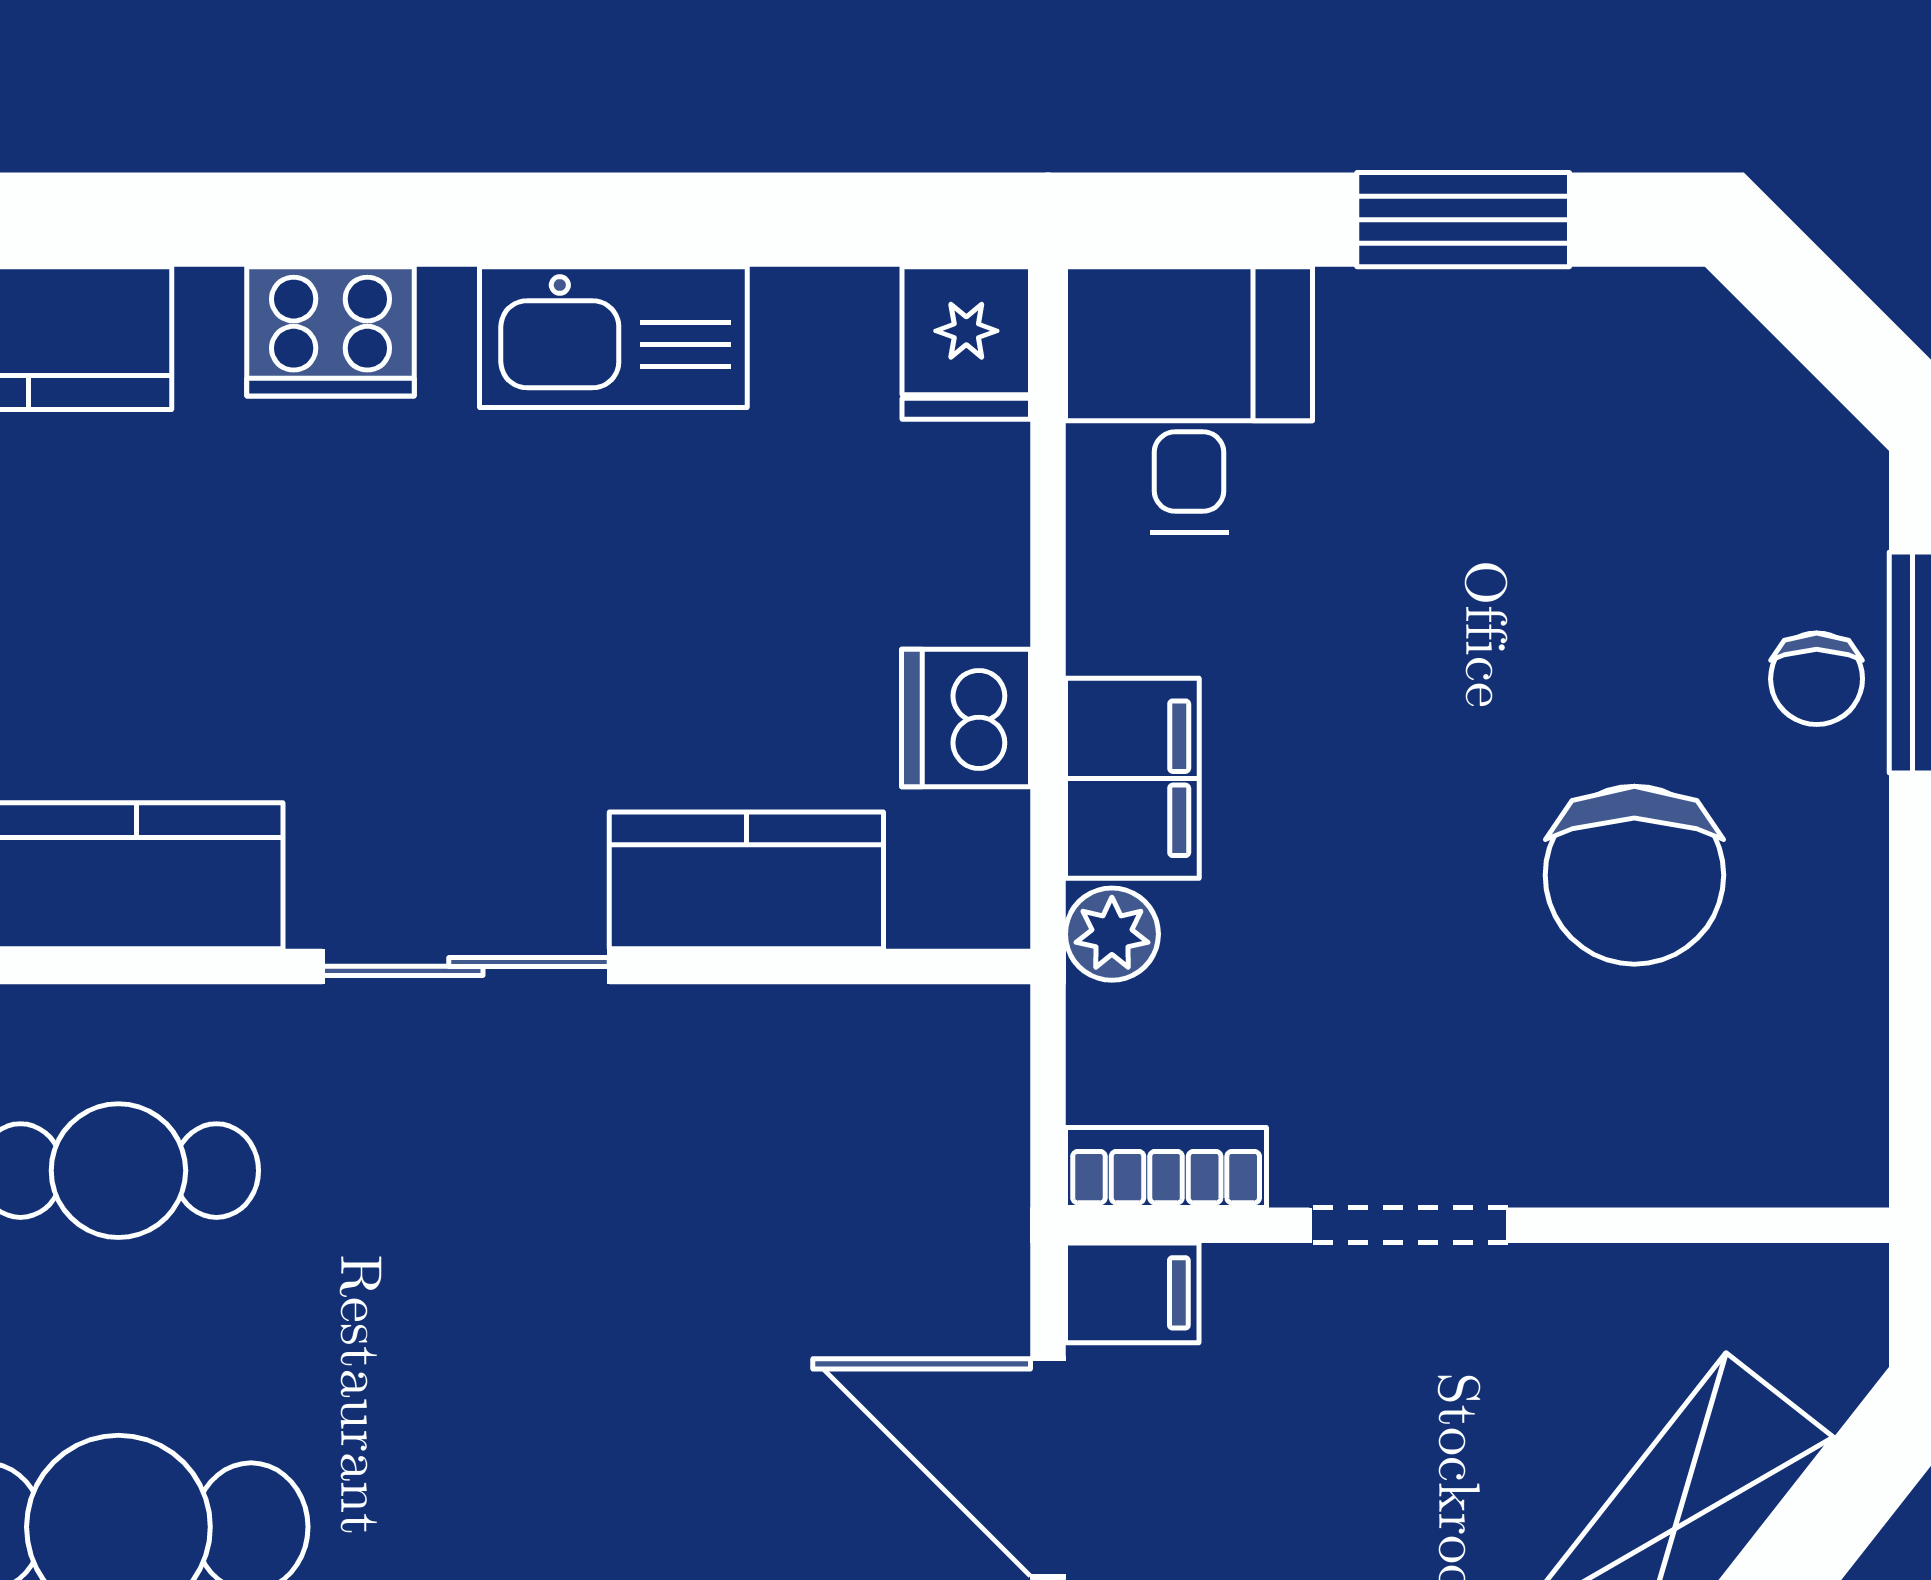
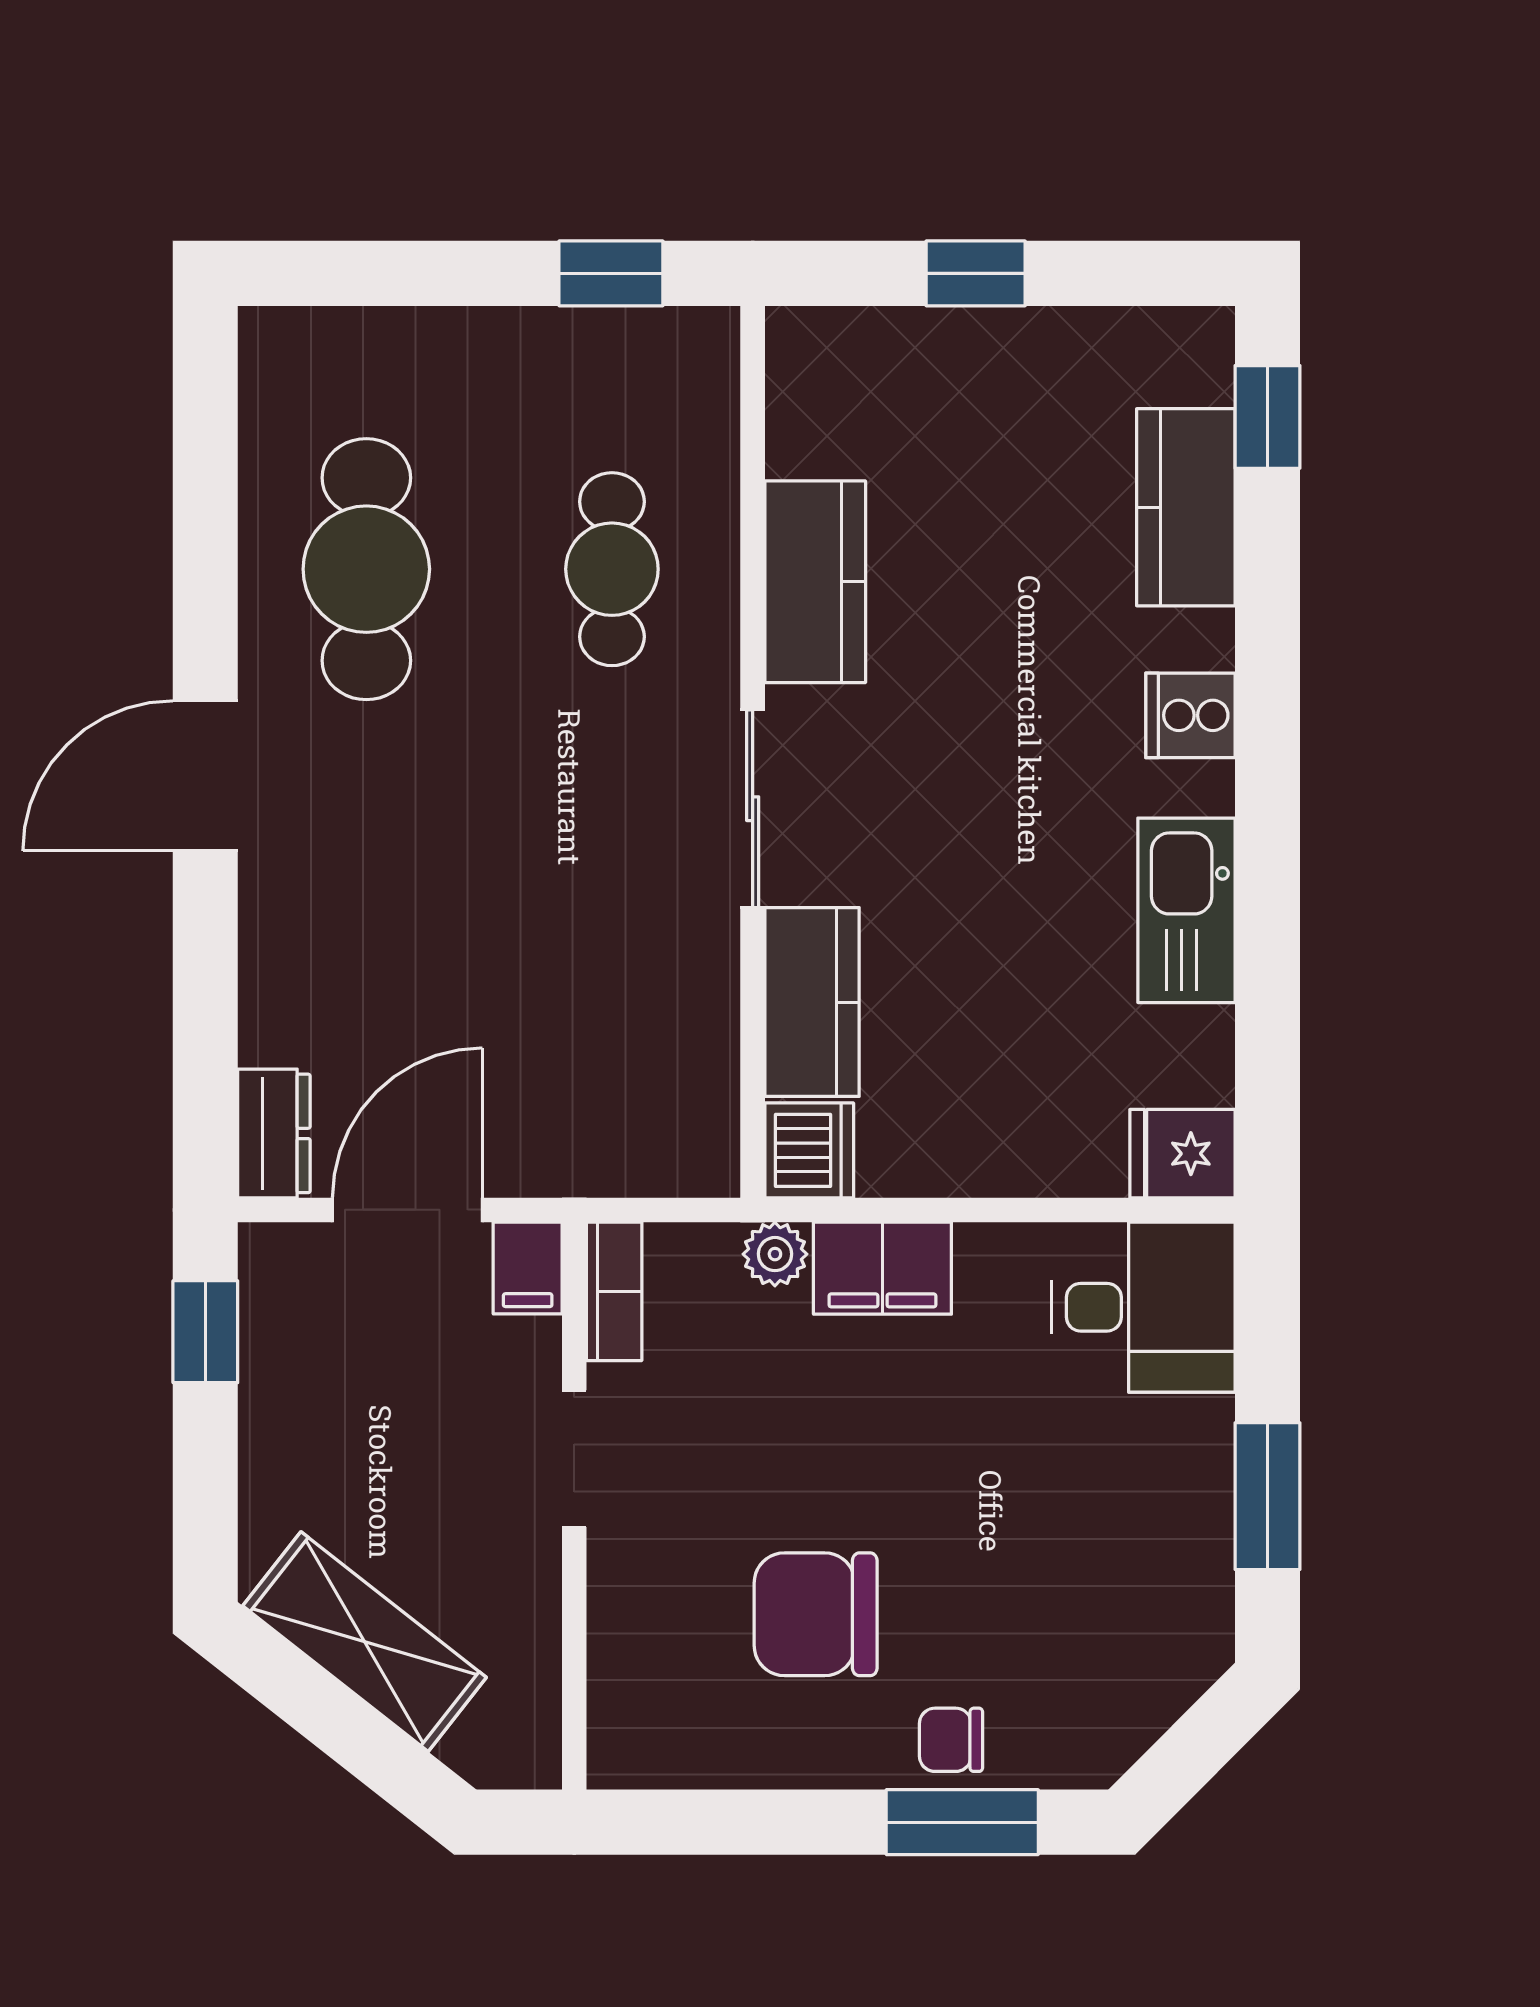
cooker: (330, 331) -> (1190, 715), width x0.73
dishwasher: (966, 718) -> (809, 1150), moved, turned 90

